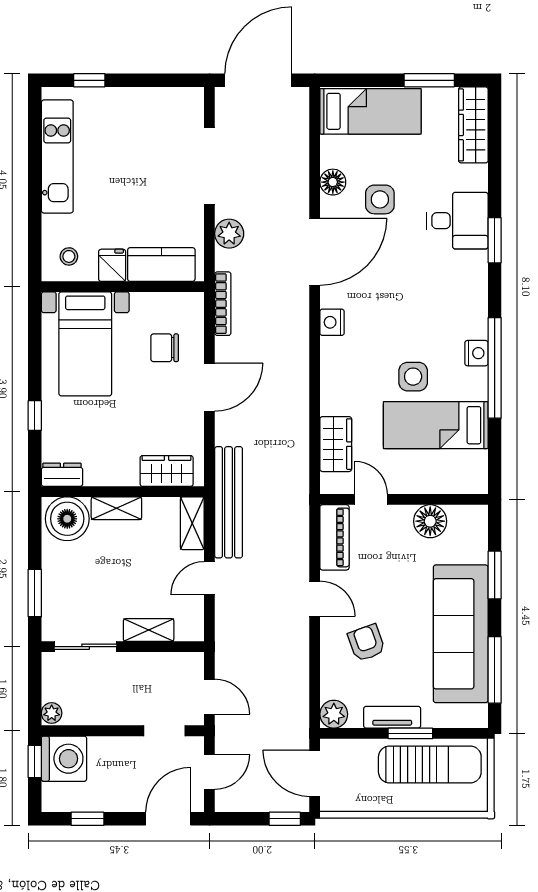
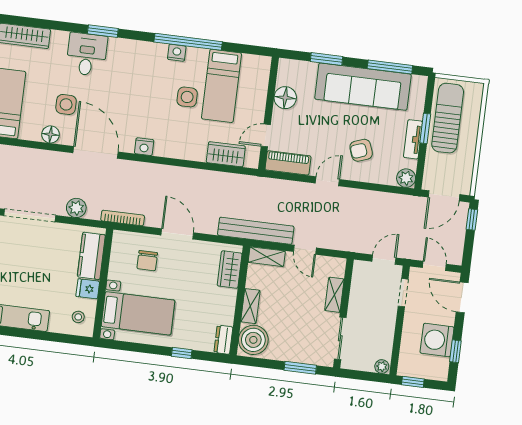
washing machine: (64, 759) -> (437, 340), moved, turned -90

